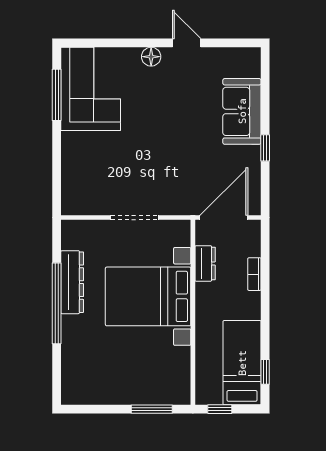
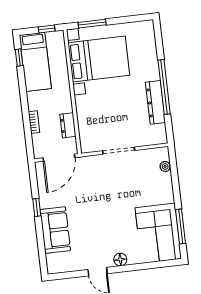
plant: (69, 186) -> (165, 166), added
bed with nightstands: (148, 296) -> (99, 59), moved

